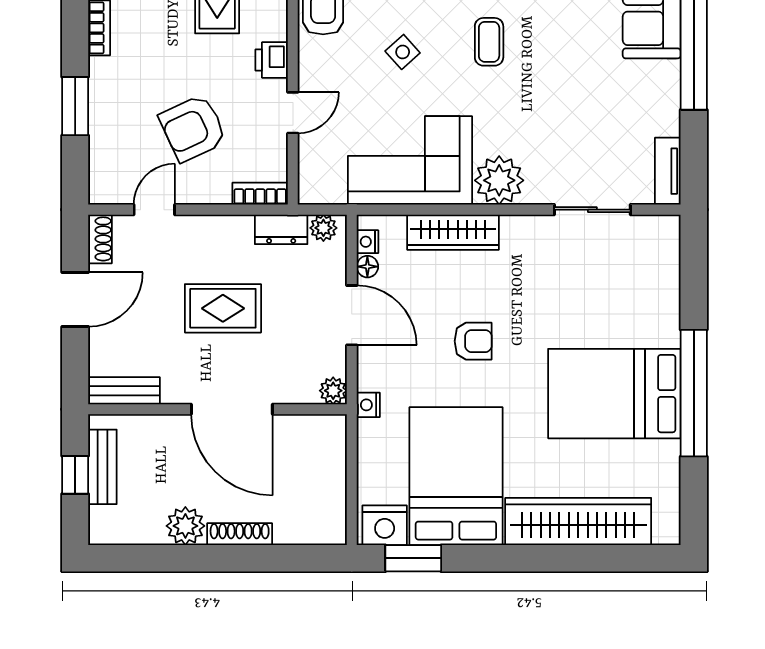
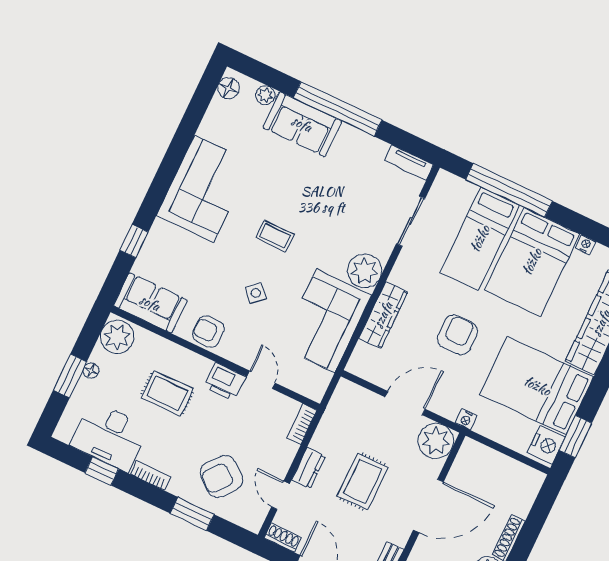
printer: (272, 60) -> (225, 382), width x1.36, depth x1.24
armchair: (193, 128) -> (221, 476), moved, turned 64
plant: (323, 228) -> (342, 395), removed
dresser: (281, 229) -> (308, 468), moved
nightstand: (367, 242) -> (585, 245), moved, turned 180
floor lamp: (367, 267) -> (379, 379), removed
bed: (612, 311) -> (480, 239), added
armchair: (473, 341) -> (457, 335), width x1.38, depth x1.38
plant: (333, 391) -> (436, 441), width x1.87, depth x1.87
window: (694, 393) -> (509, 190), moved

